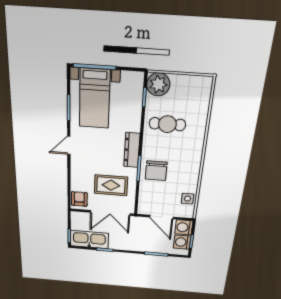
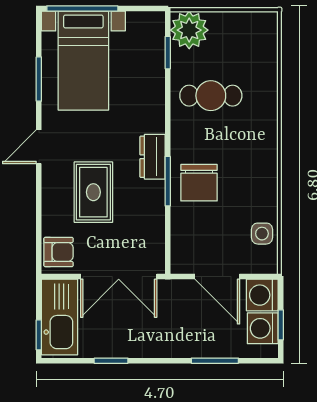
dresser: (132, 150) -> (152, 157), width x0.70
rug: (111, 185) -> (93, 192), moved, turned 90
armchair: (79, 199) -> (59, 252), turned 90
kitchen sink: (89, 240) -> (60, 317), moved, turned 90

